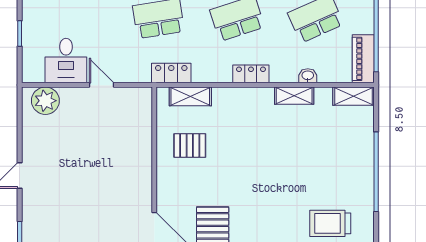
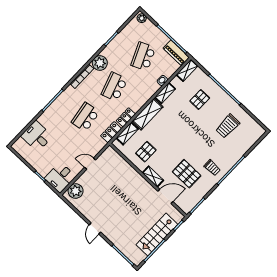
desk: (66, 61) -> (60, 177), moved, turned 90
locker: (251, 74) -> (126, 117), moved
shelving: (243, 99) -> (148, 114), added
pallet: (330, 151) -> (200, 100), added
shelving: (165, 187) -> (153, 177), added

